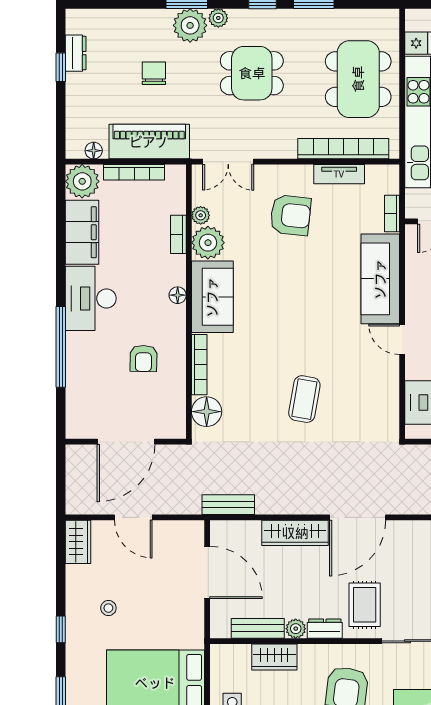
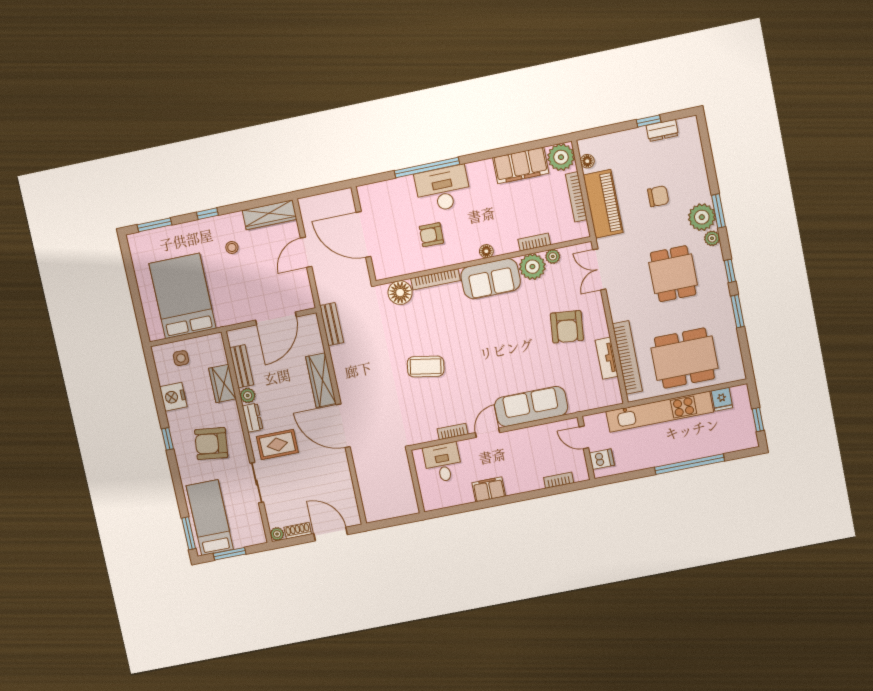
bookcase: (392, 214) -> (453, 431), moved
desk: (91, 298) -> (443, 189), moved
wardrobe: (78, 542) -> (269, 215), width x1.50

